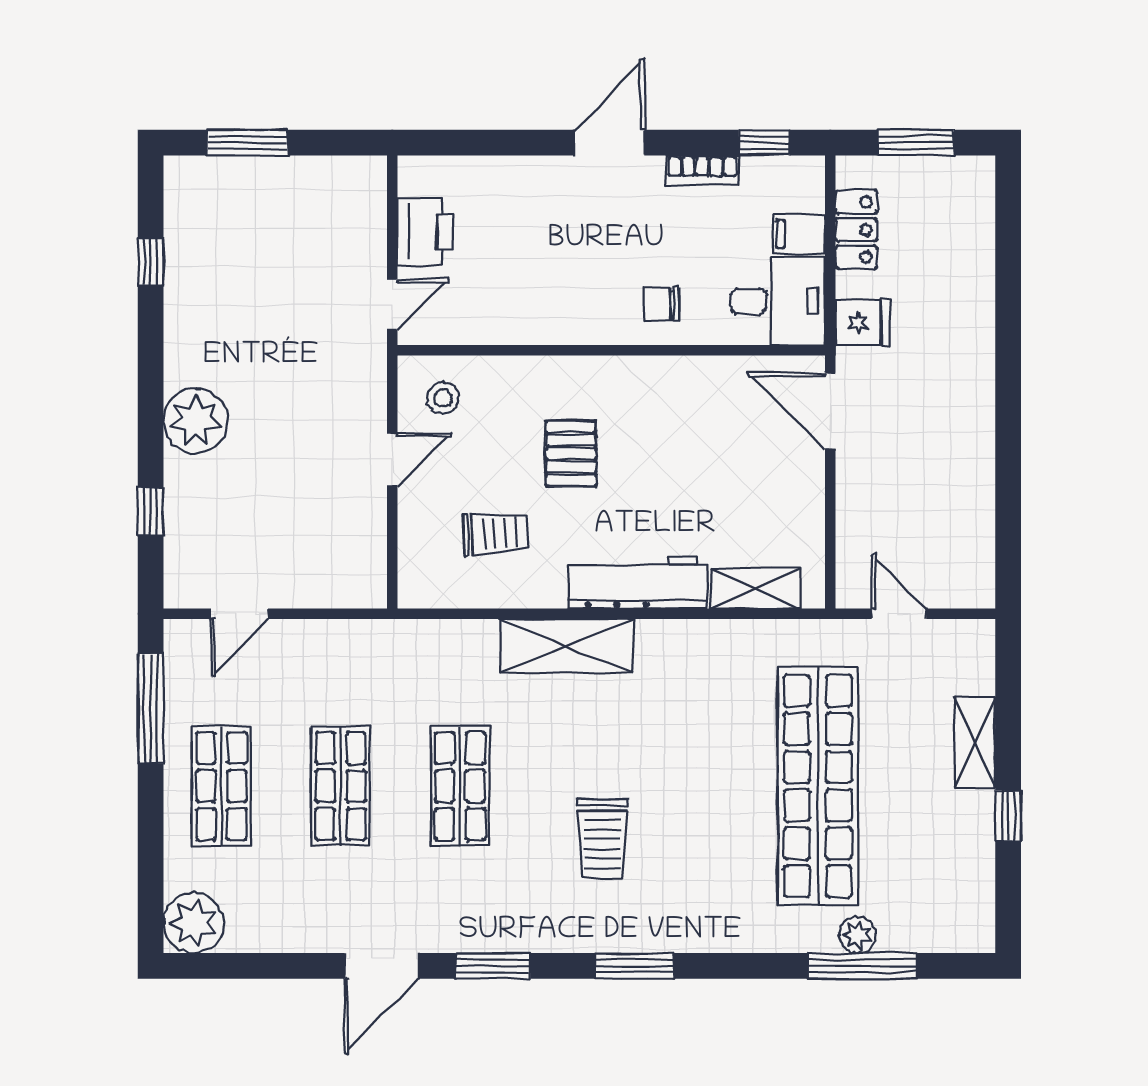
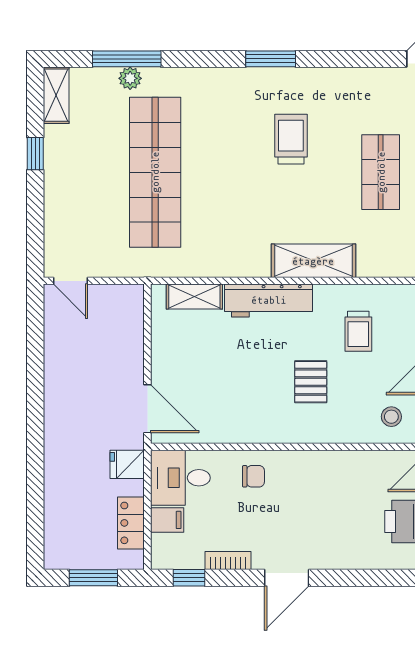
trolley: (495, 534) -> (358, 331), turned -87
door: (899, 614) -> (71, 281), moved
shelving: (975, 742) -> (56, 95), moved
window: (493, 966) -> (360, 59), removed

